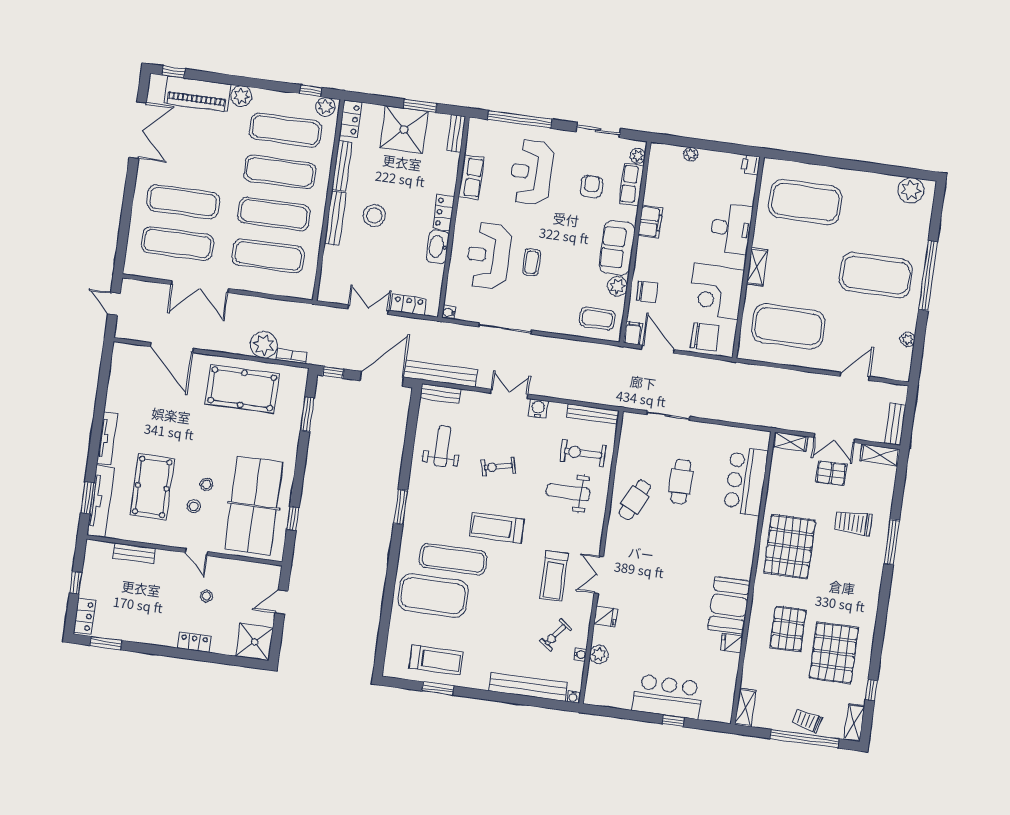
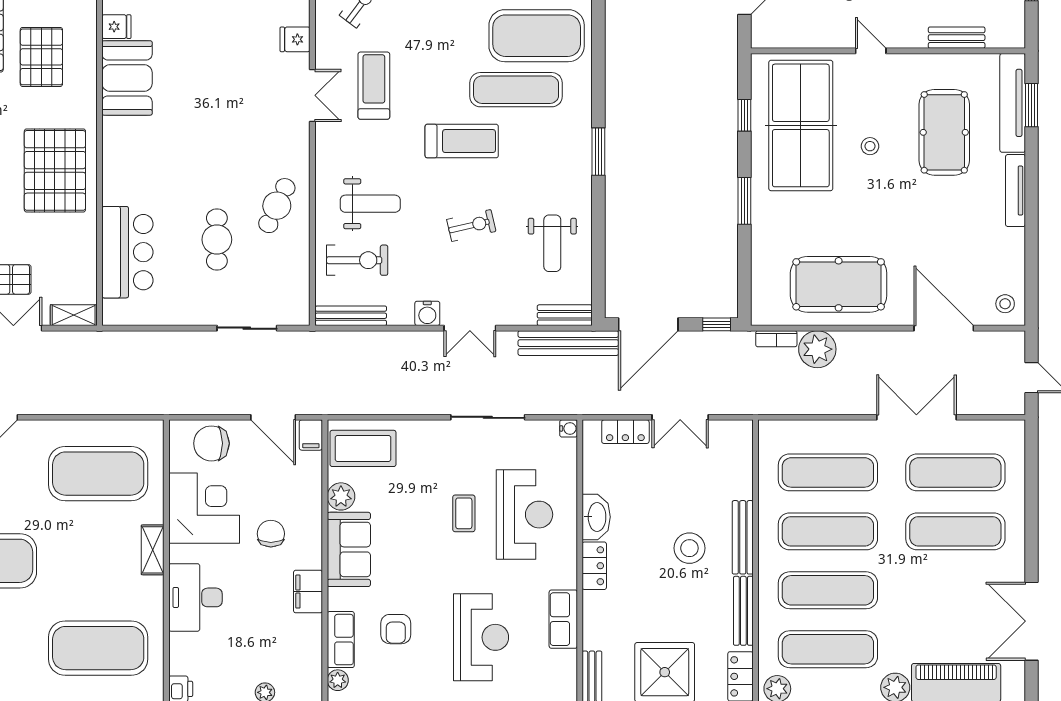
chair: (647, 292) -> (271, 534), moved, turned 90
coffee table: (597, 318) -> (363, 448), width x1.36, depth x1.32
window: (307, 414) -> (744, 201), moved
stool: (194, 506) -> (1005, 304), moved

